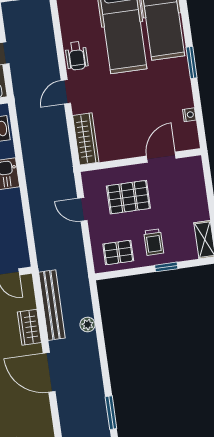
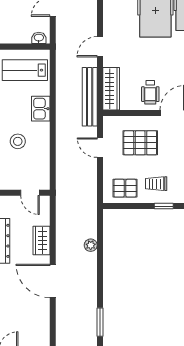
wheelchair: (77, 56) -> (150, 92), moved
trolley: (154, 242) -> (156, 184), turned 90
bench: (52, 305) -> (90, 97), moved

